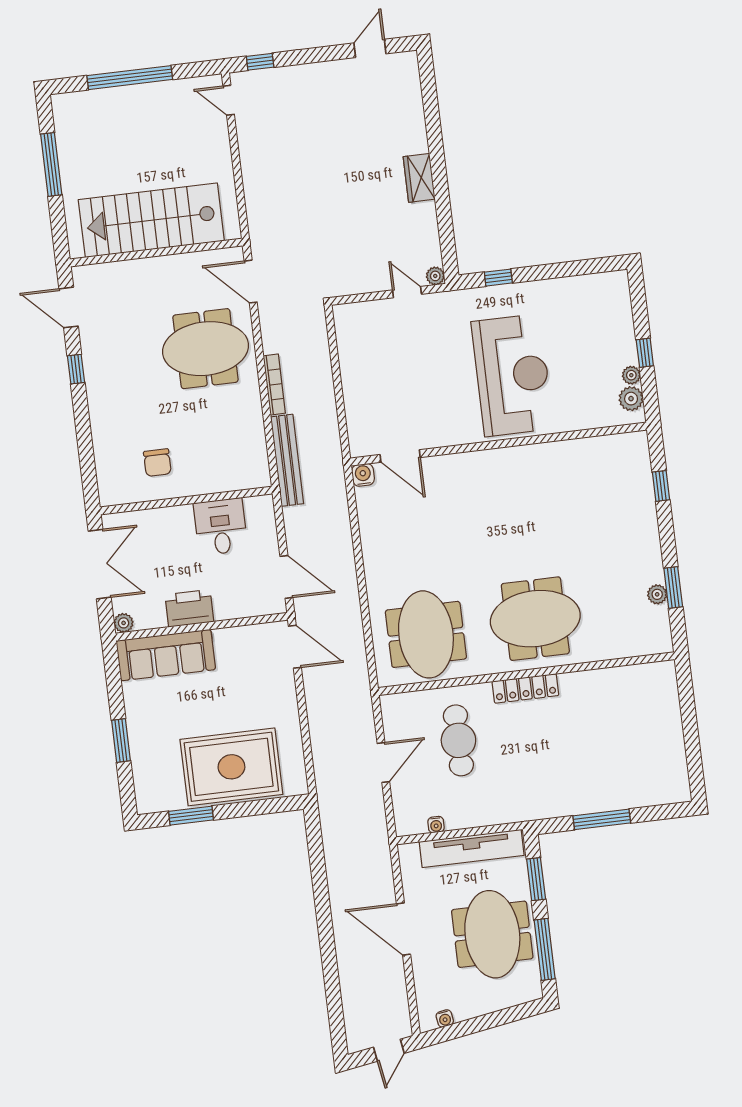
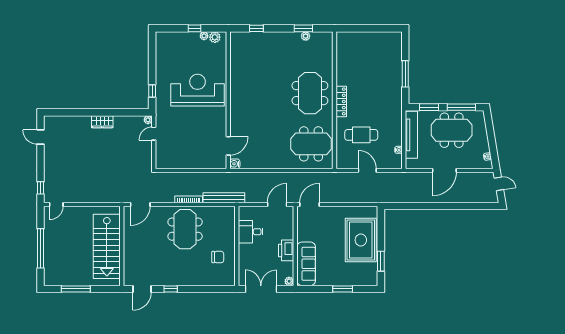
meeting table: (205, 349) -> (185, 229), moved

